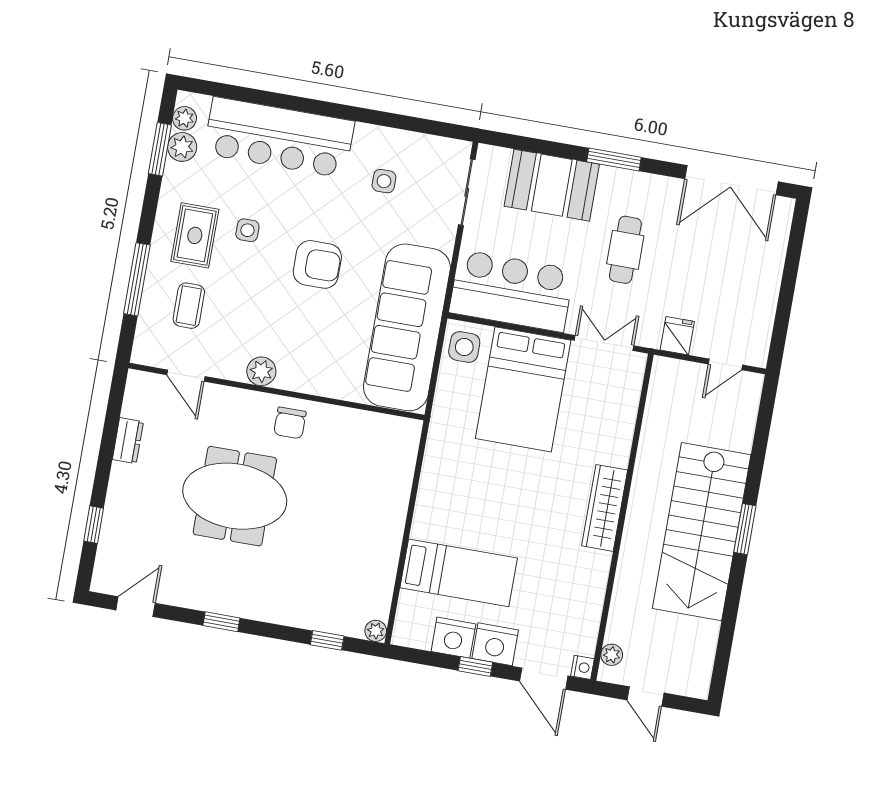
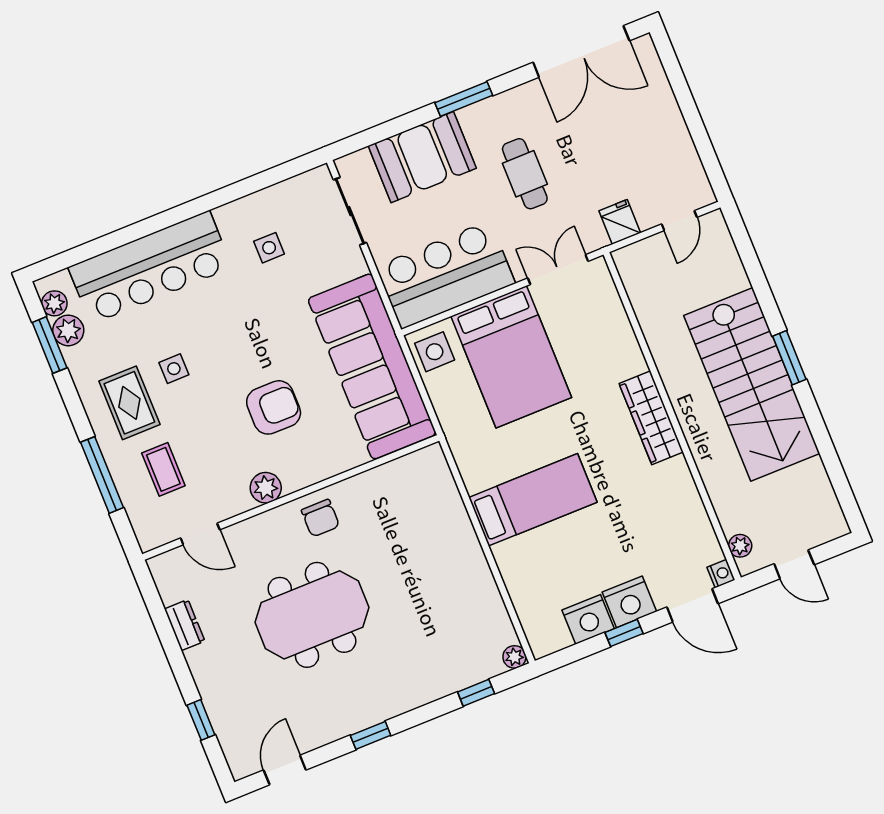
armchair: (317, 264) -> (274, 407), moved
bed: (459, 573) -> (533, 500), moved

